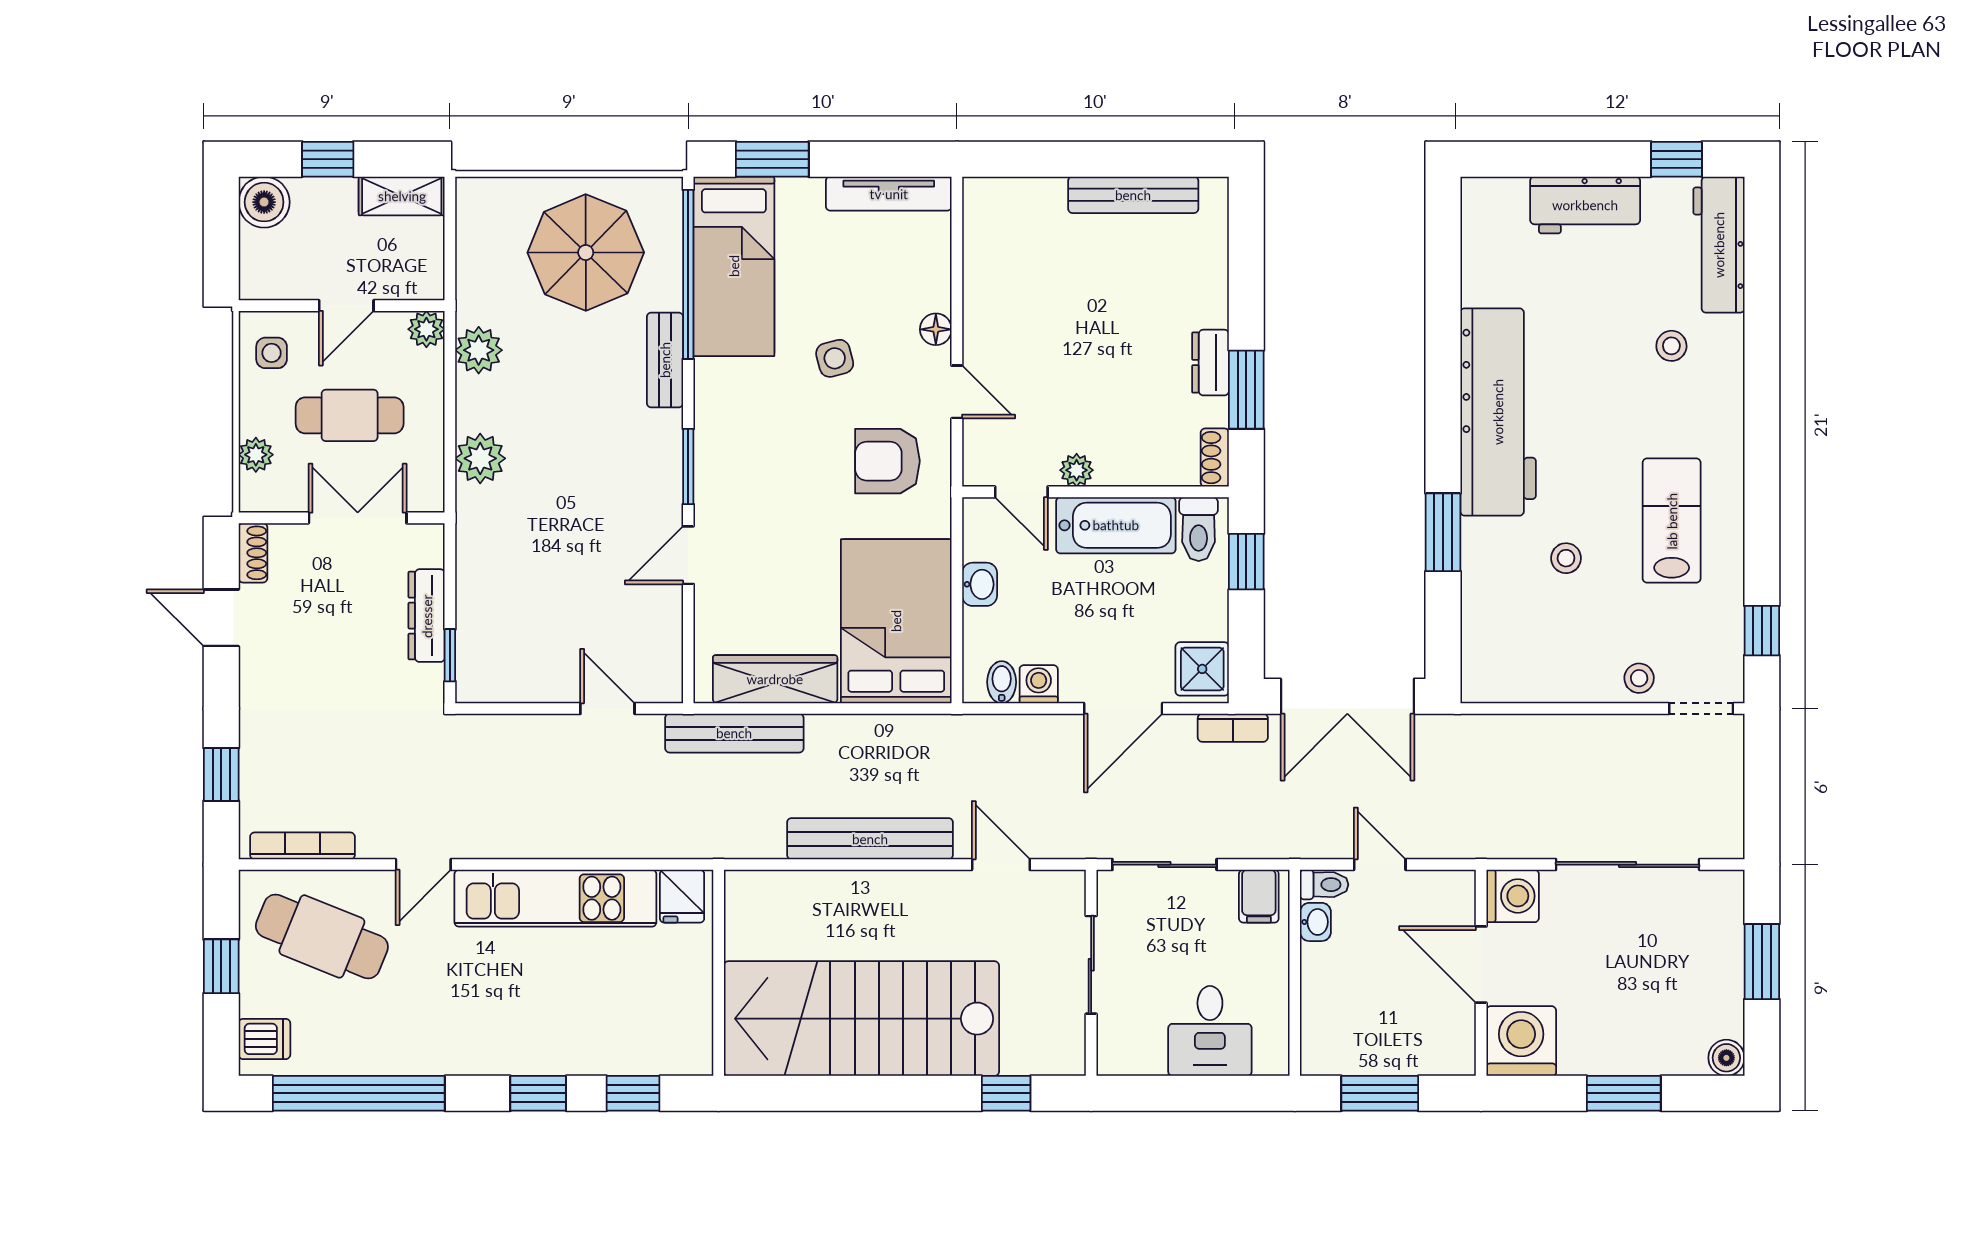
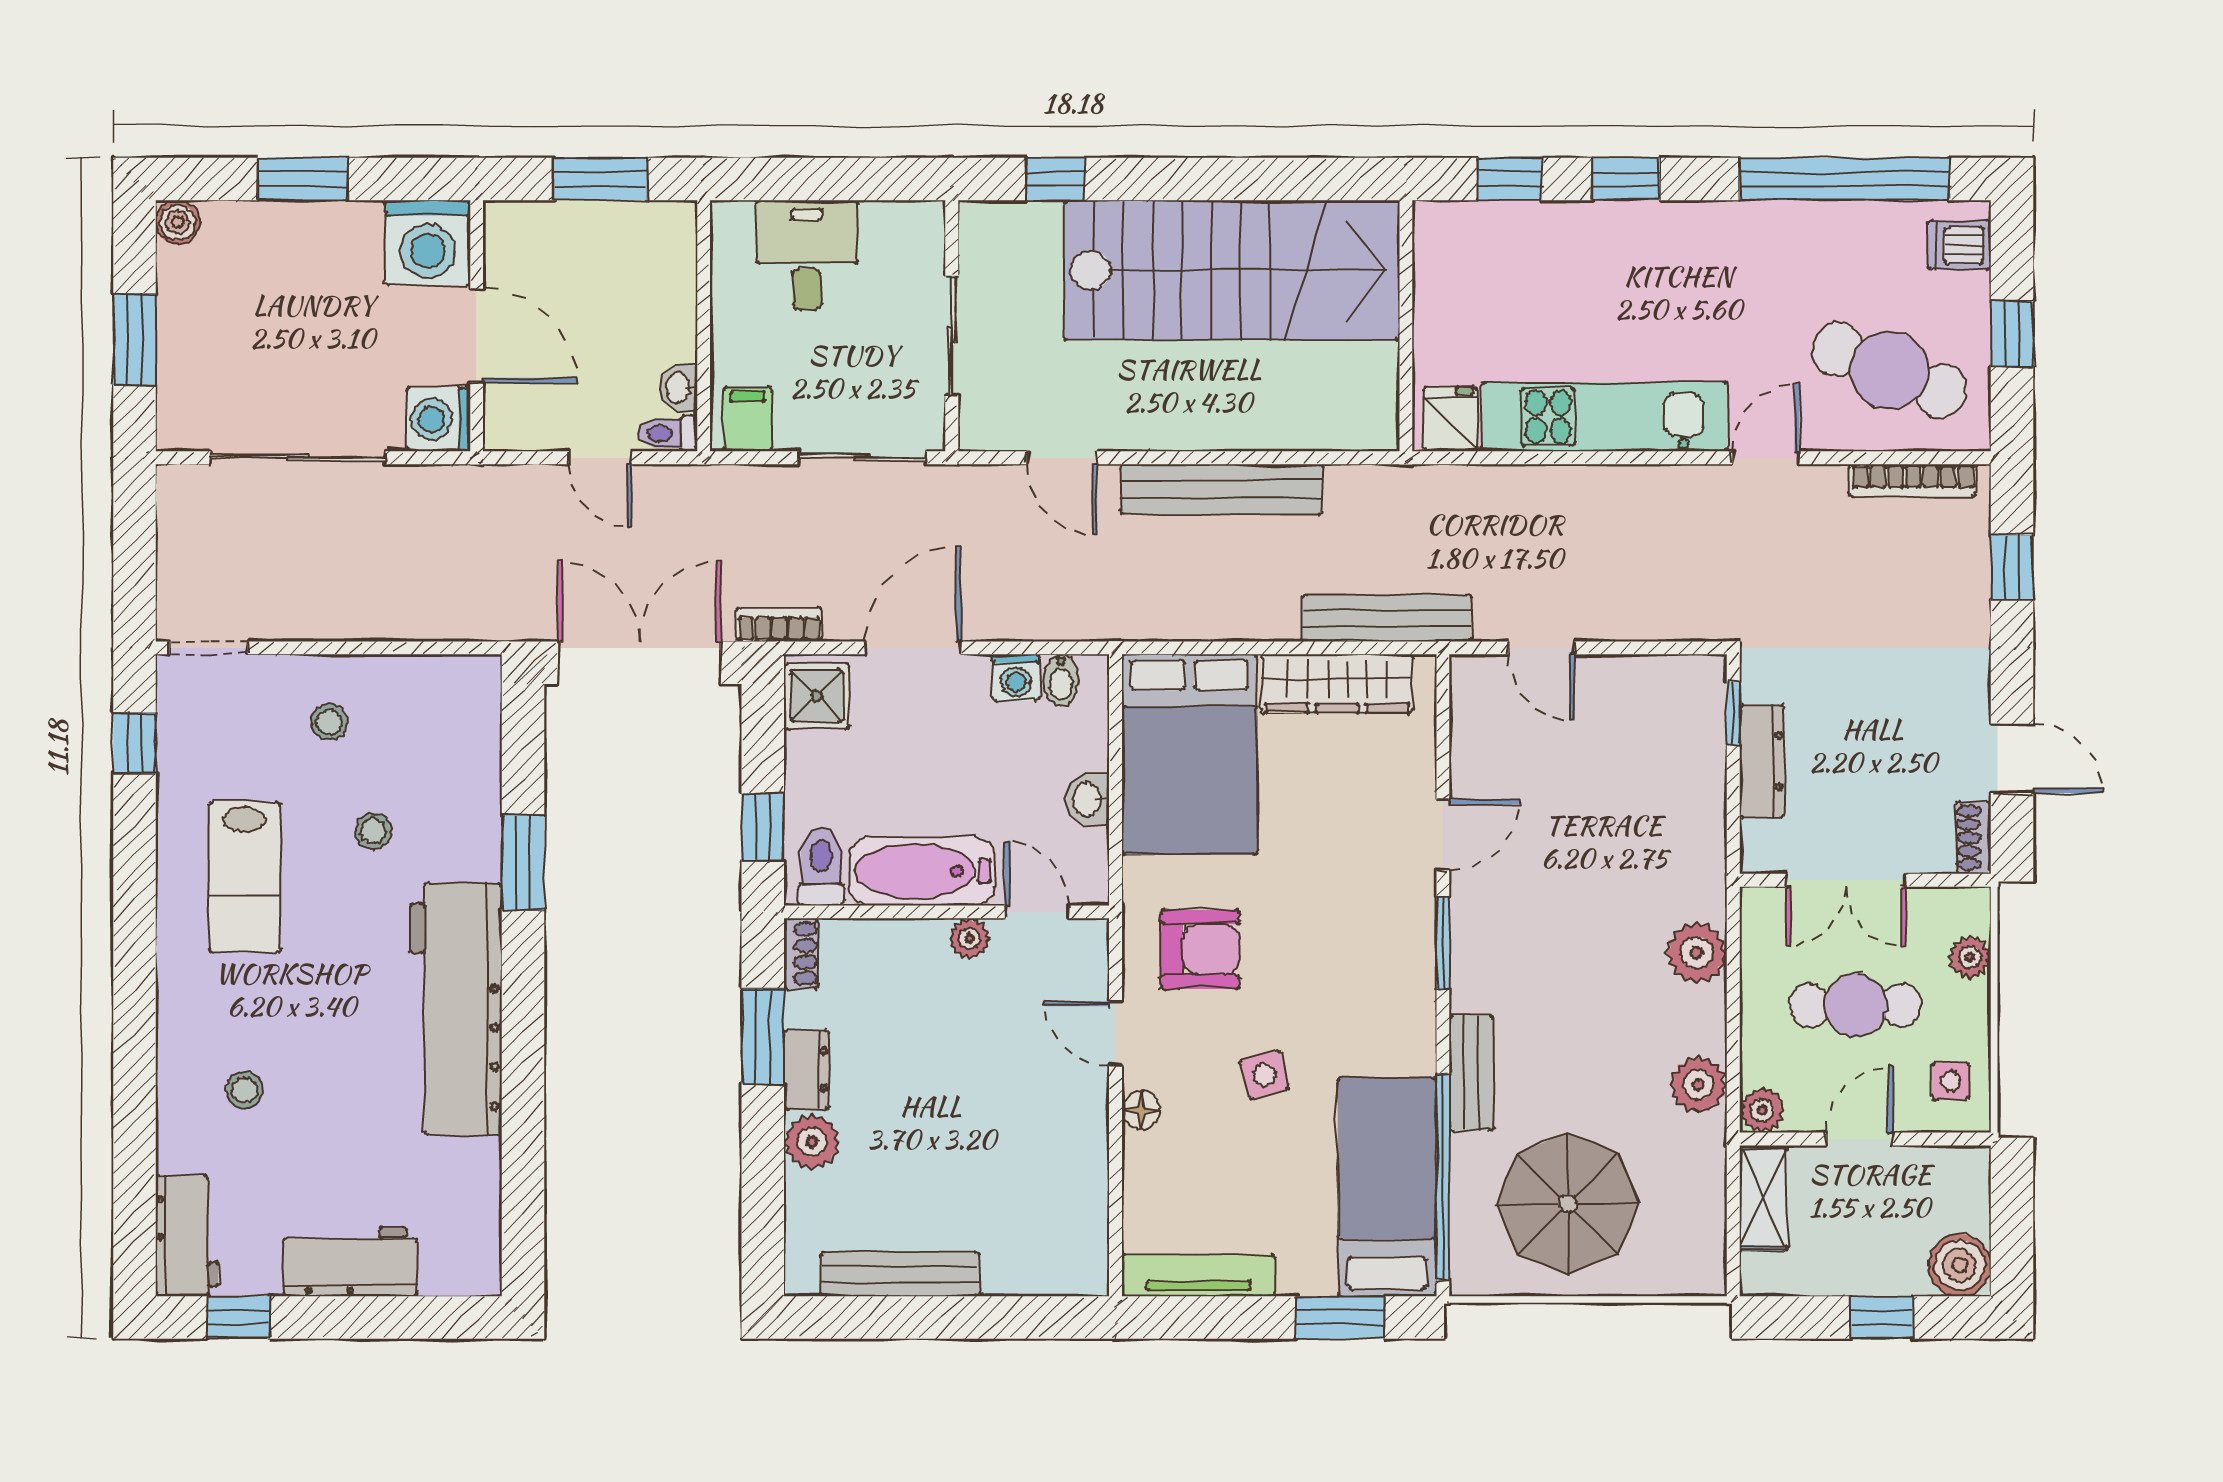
shelving: (402, 196) -> (1763, 1198), moved, turned 90
workbench: (1719, 245) -> (187, 1236), width x0.73
plant: (1206, 303) -> (812, 1142), added
stool: (1639, 678) -> (329, 722), moved

